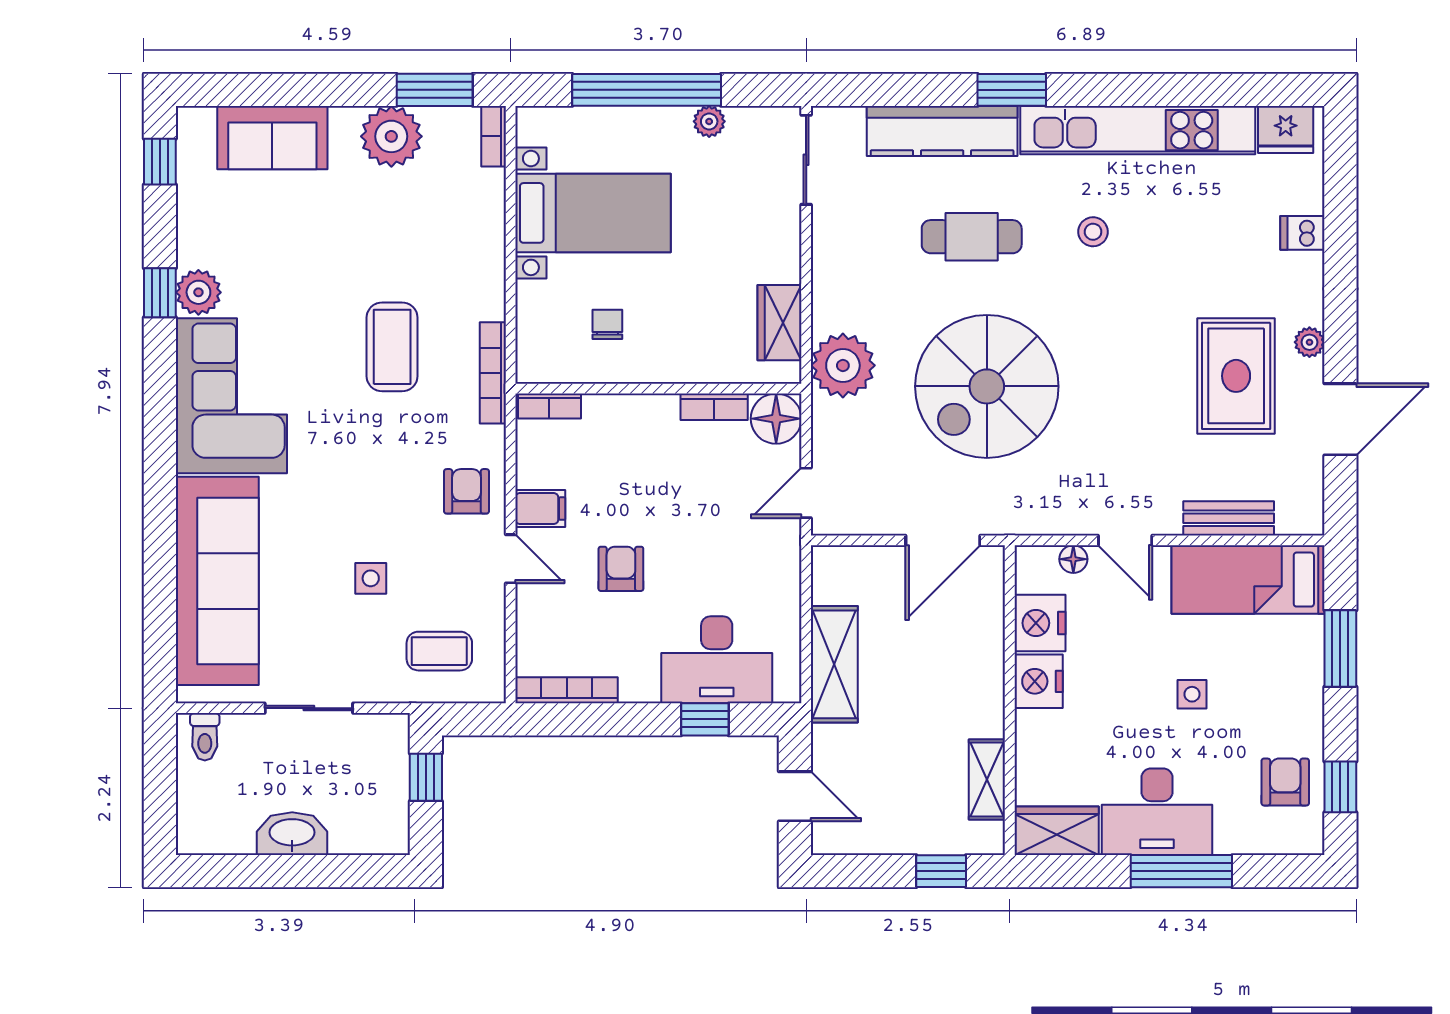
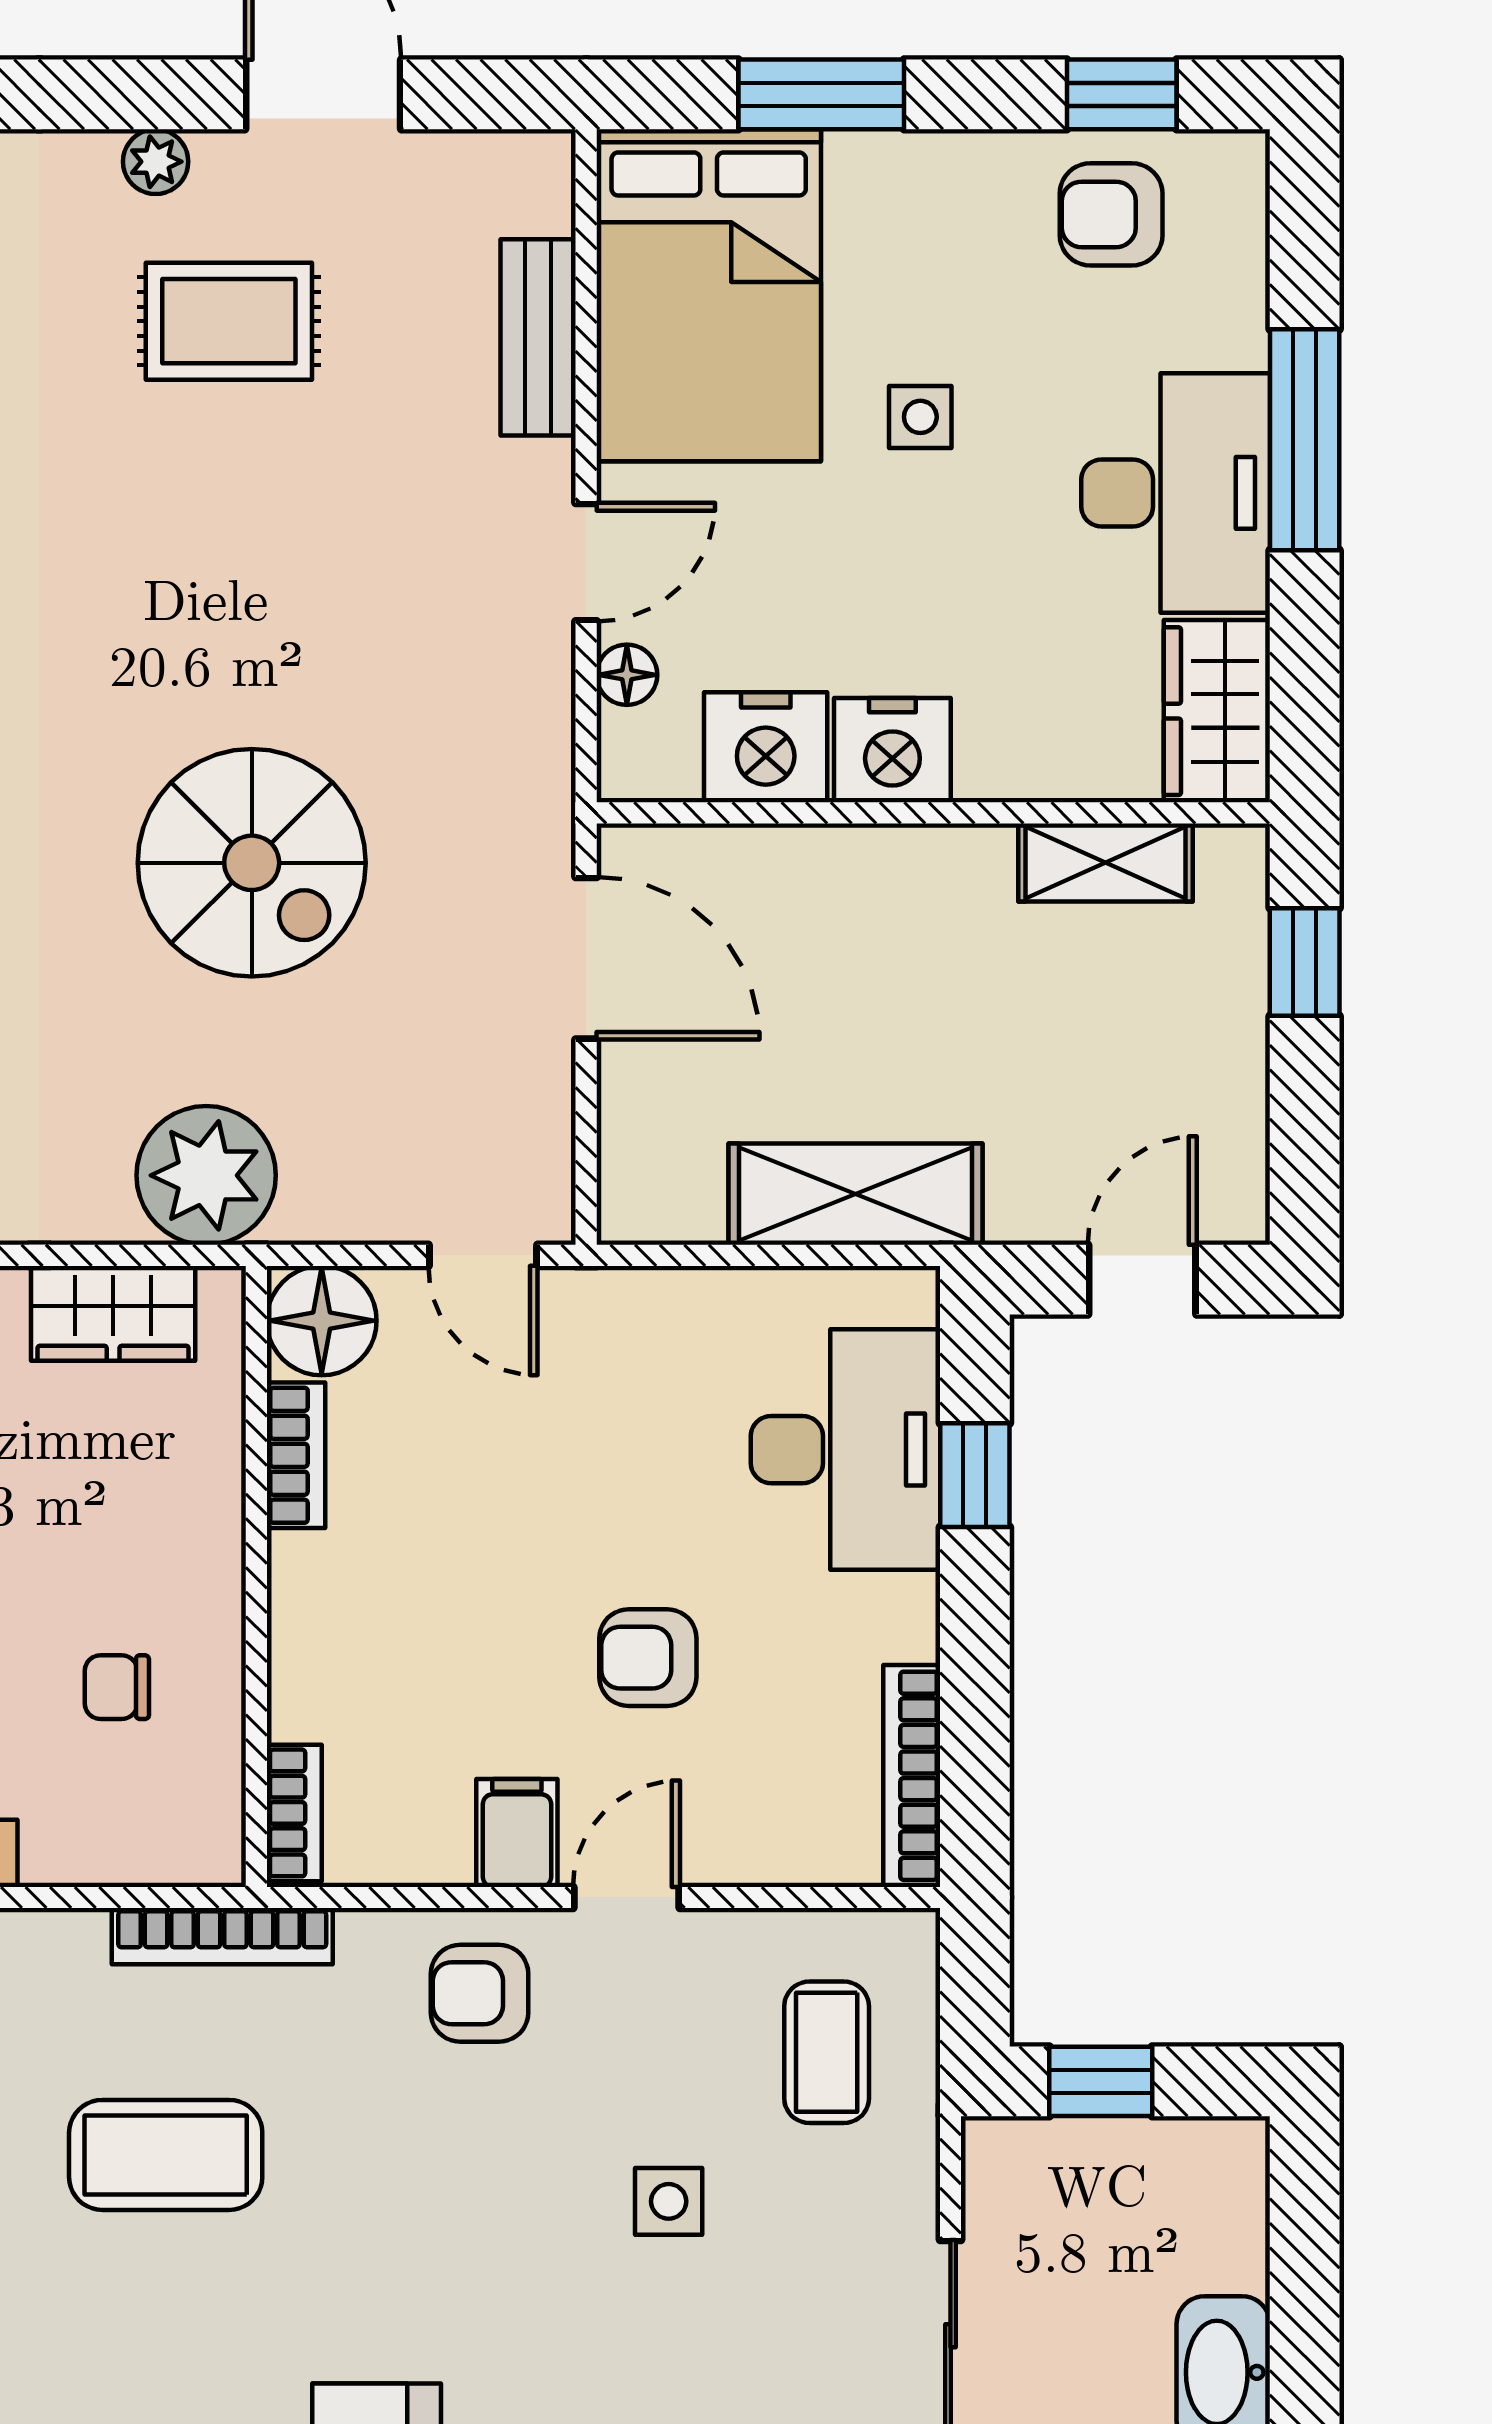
rug: (1236, 376) -> (229, 321), width x0.73, depth x0.70
spiral stairs: (987, 386) -> (252, 863), width x0.73, depth x0.73
bed: (1248, 580) -> (709, 295), width x1.50

